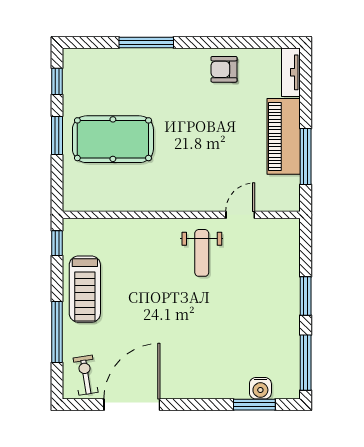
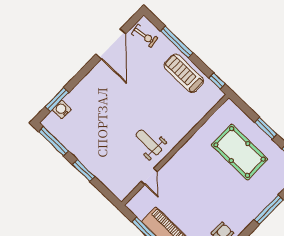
pool table: (113, 139) -> (240, 152), turned 90

